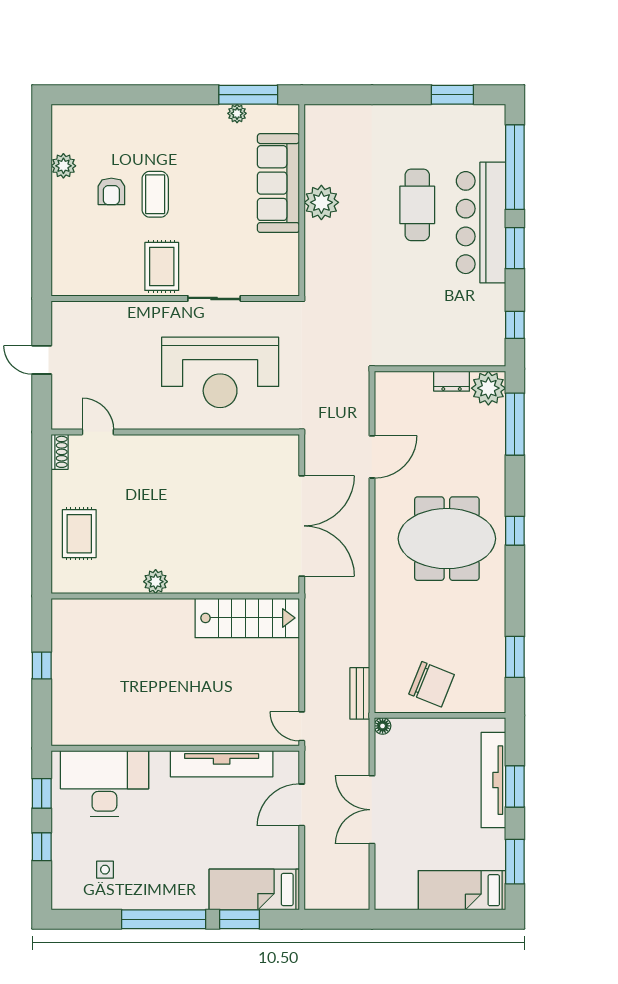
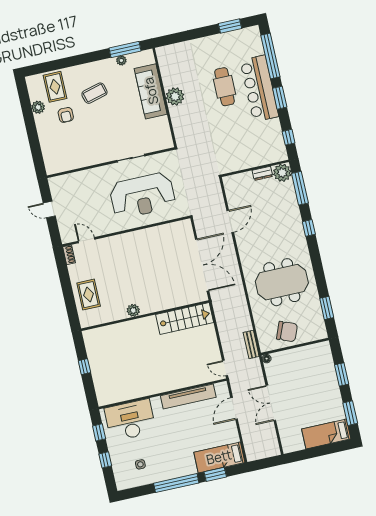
coffee table: (155, 194) -> (94, 93), moved, turned 75
rug: (162, 266) -> (55, 87), moved
window: (515, 531) -> (309, 228), moved
meeting table: (447, 539) -> (282, 282), moved
tv unit: (493, 780) -> (330, 374), removed

